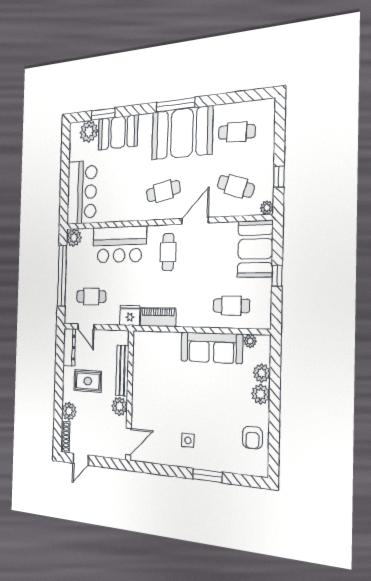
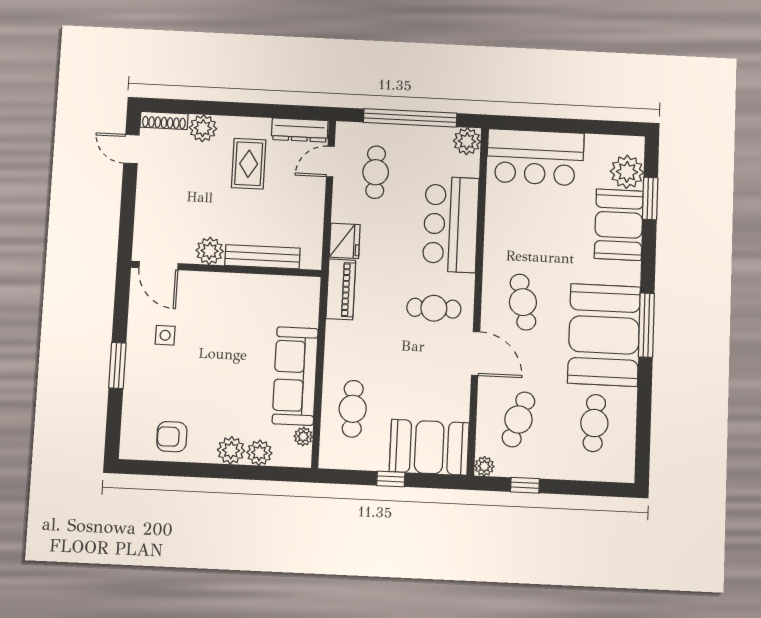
bench: (122, 371) -> (262, 257), moved
wall: (130, 395) -> (226, 269), moved
plant: (119, 406) -> (210, 251), moved
door: (128, 442) -> (159, 266), moved

